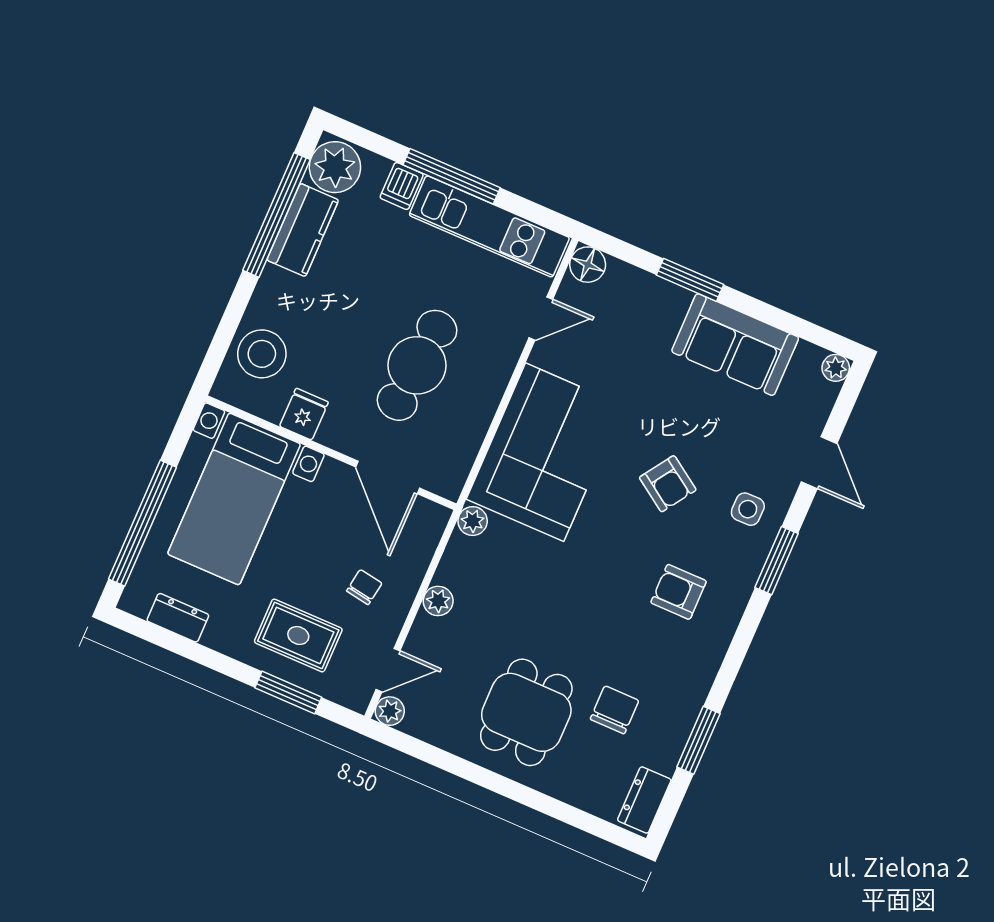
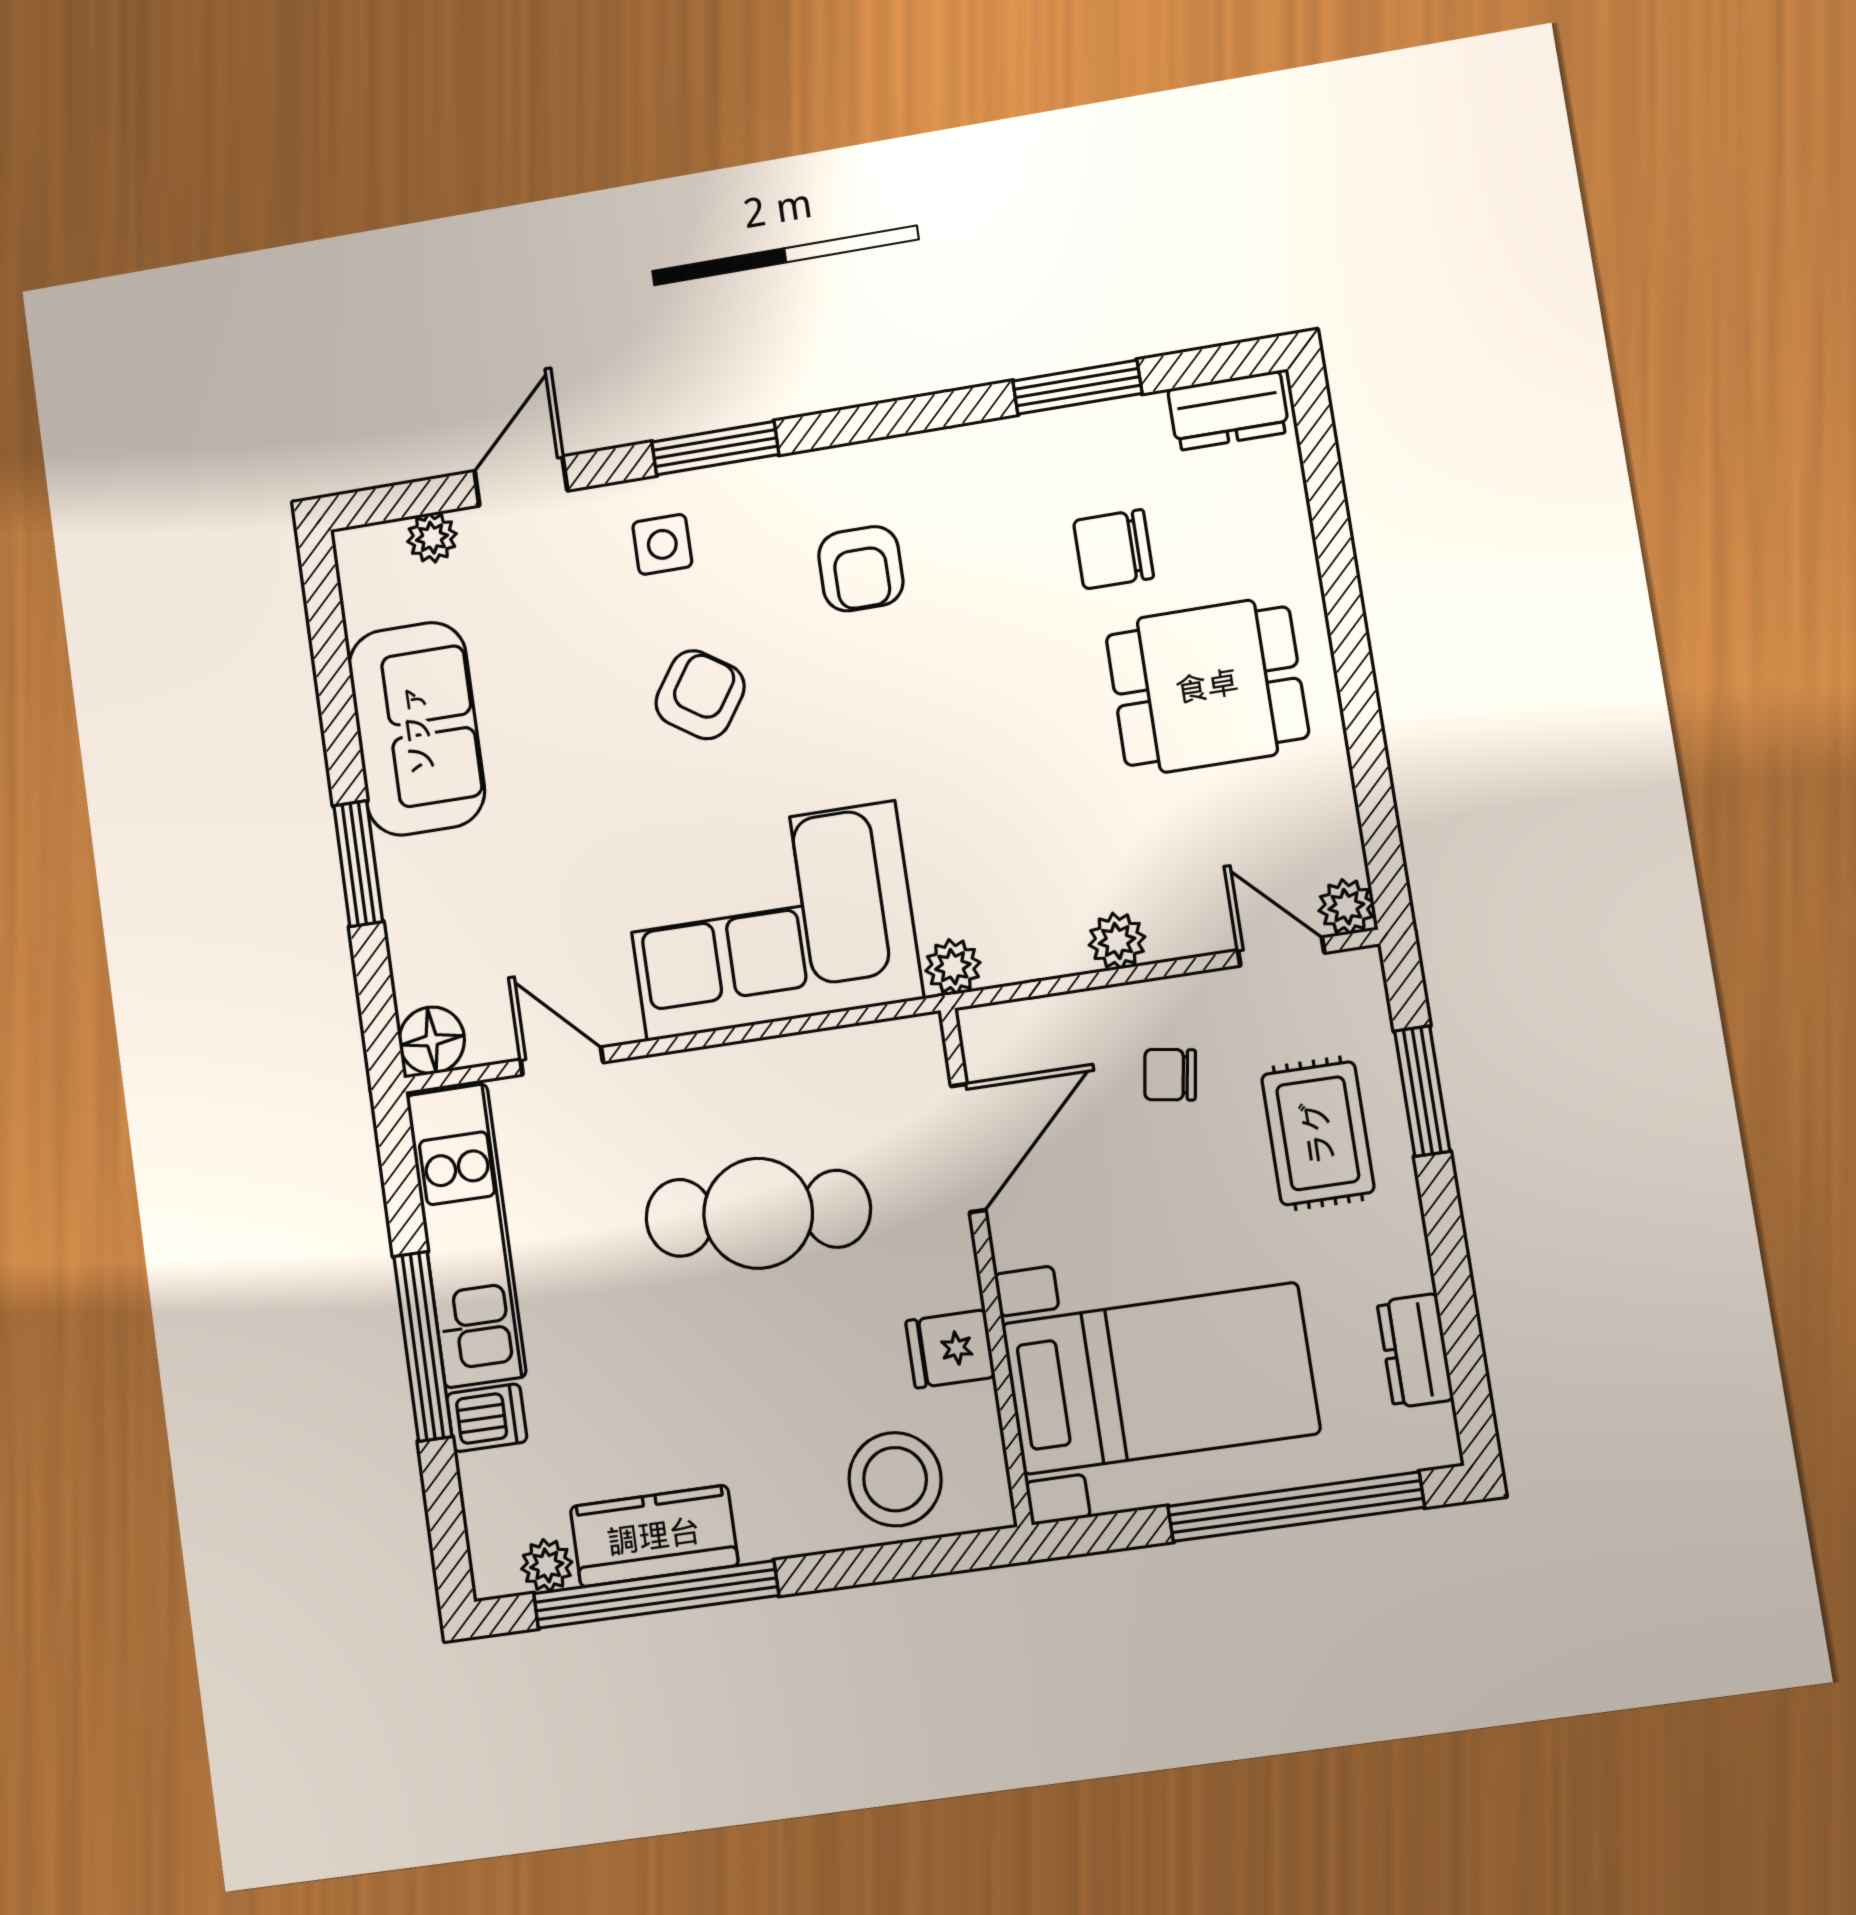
plant: (335, 167) -> (547, 1565), width x0.53, depth x0.53
plant: (836, 368) -> (432, 538), moved

